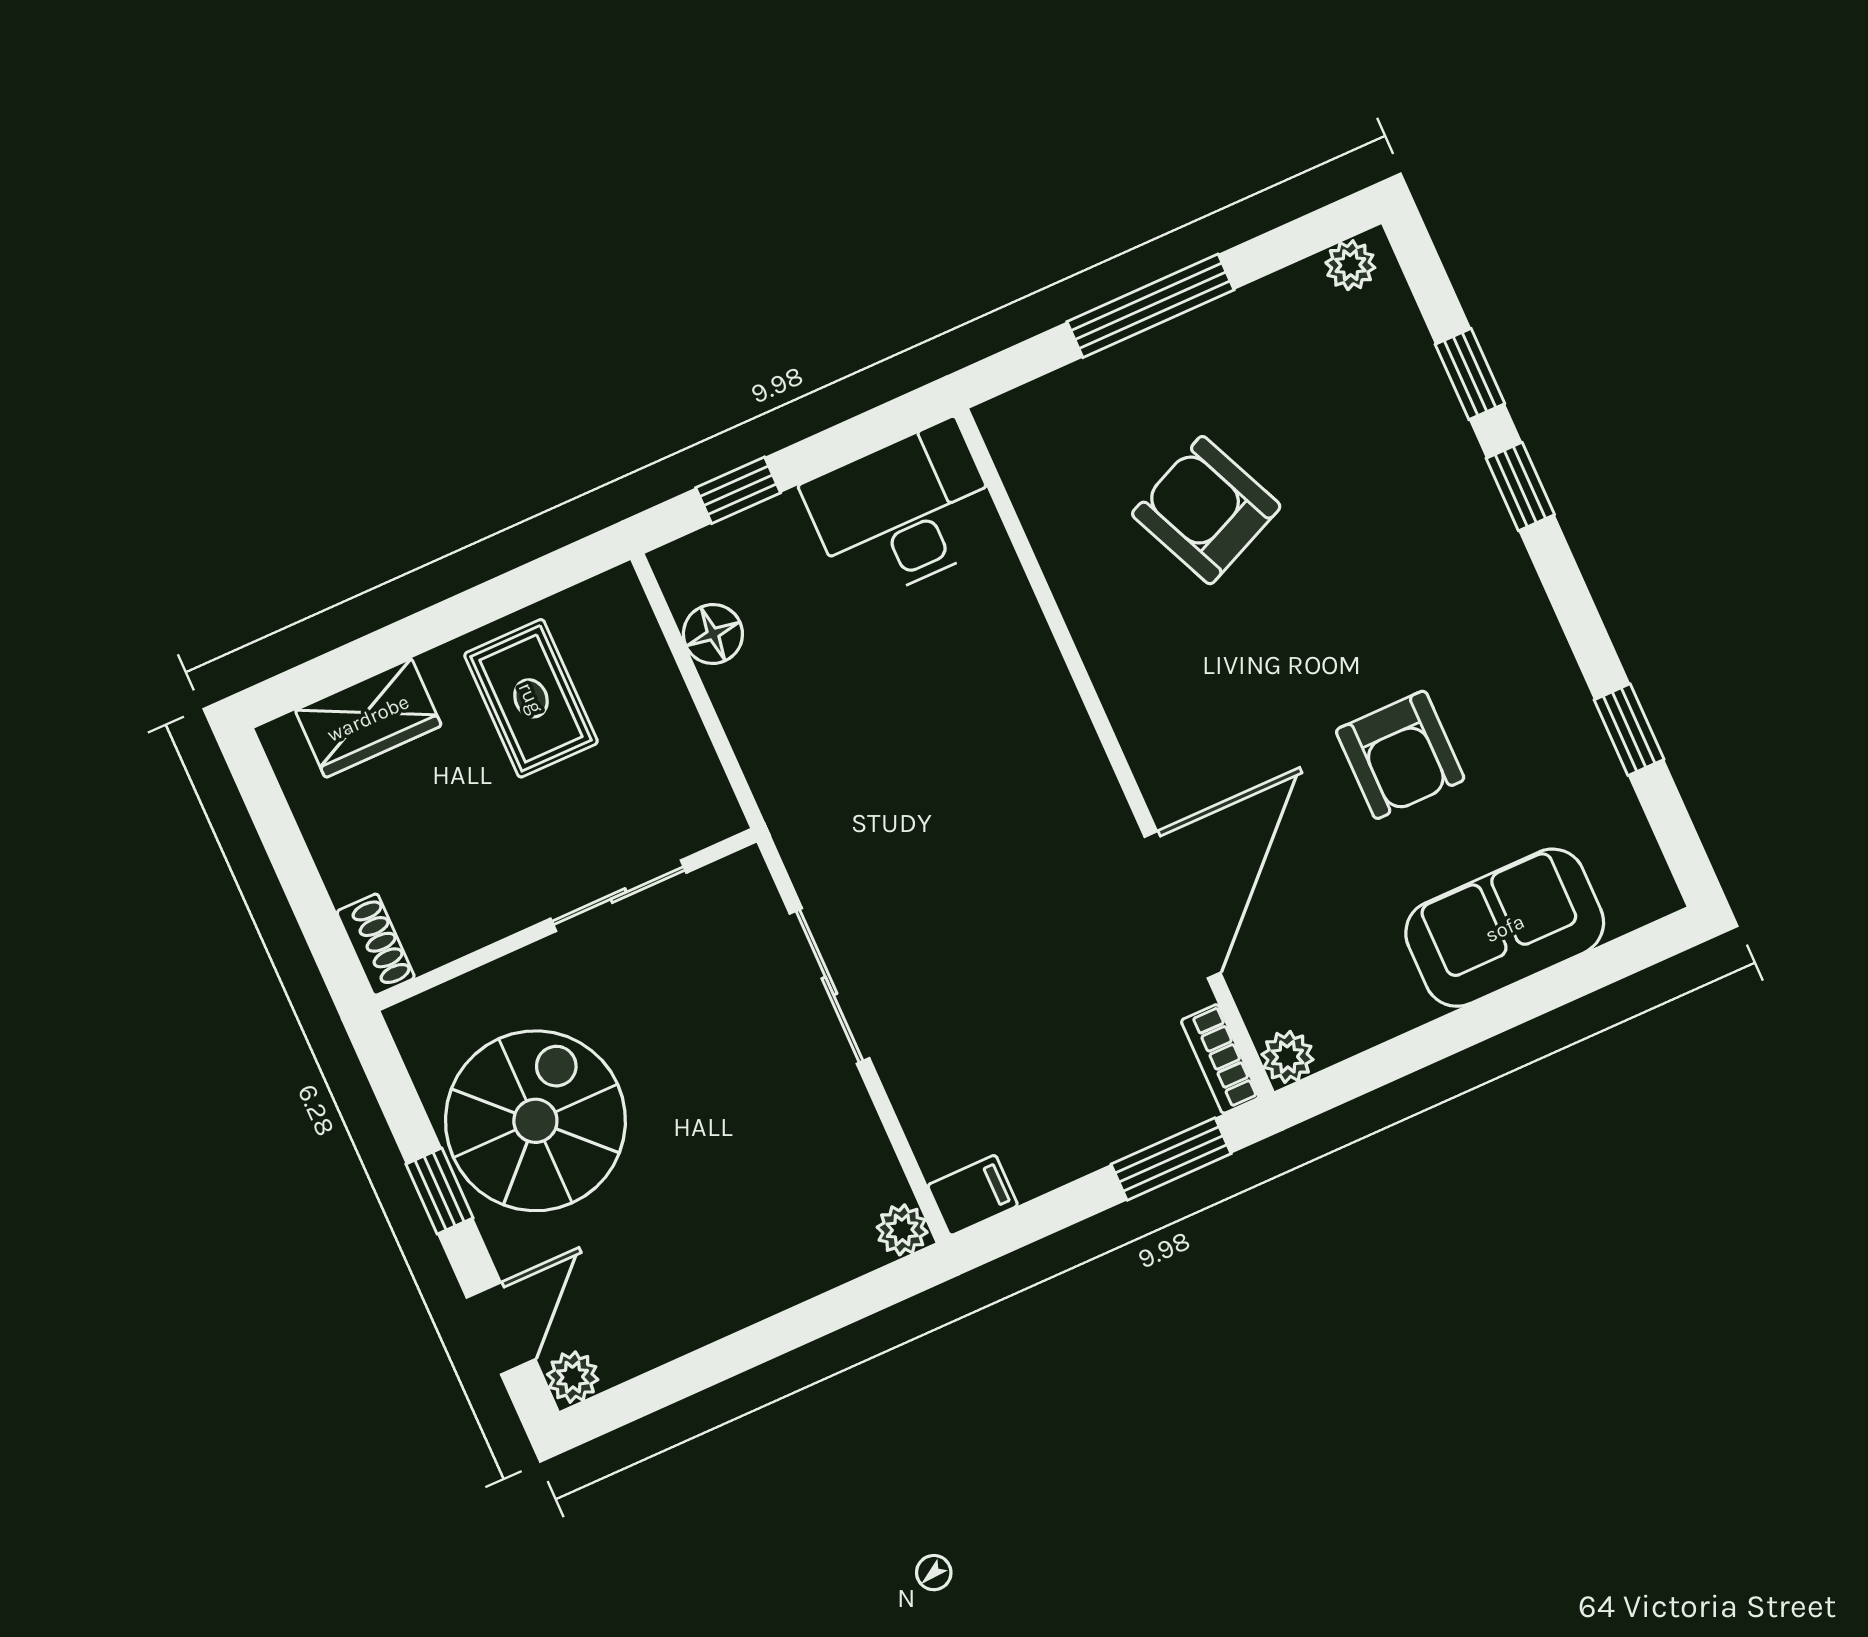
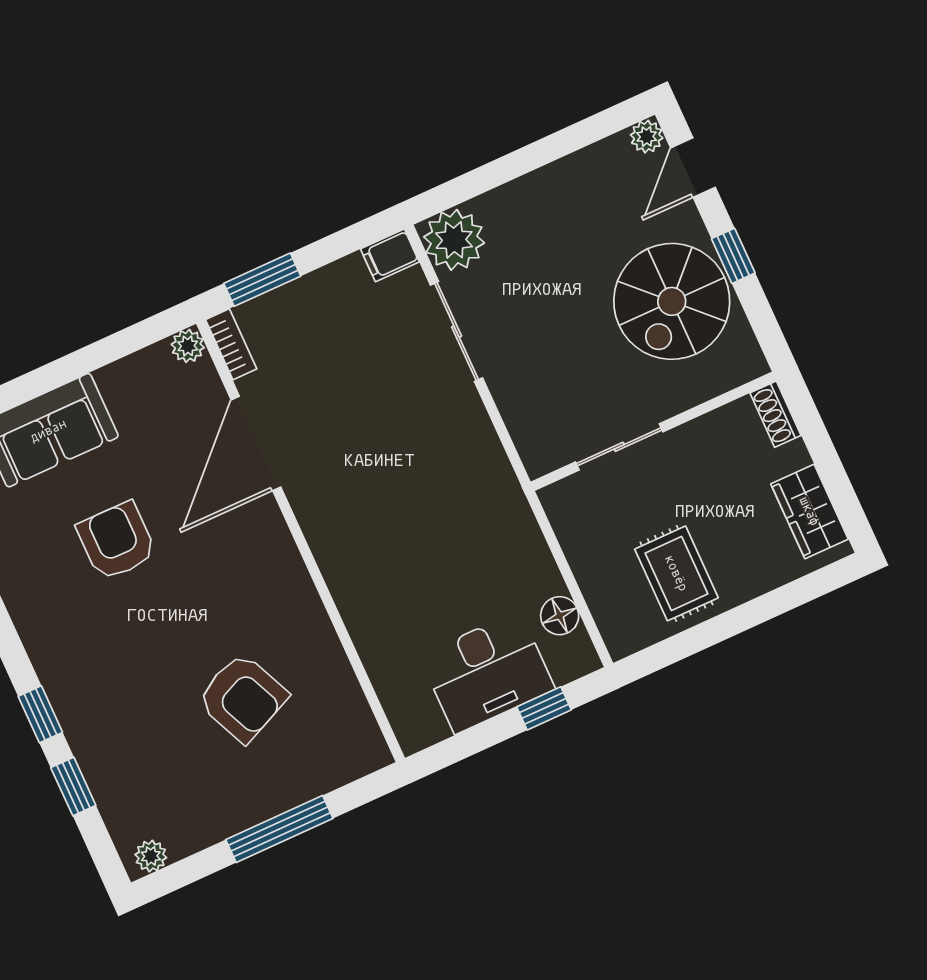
desk: (904, 512) -> (487, 672), moved
wardrobe: (368, 718) -> (810, 511), moved, turned -90
sliding door: (829, 986) -> (457, 331), moved
plant: (902, 1230) -> (454, 240), width x1.88, depth x1.88

